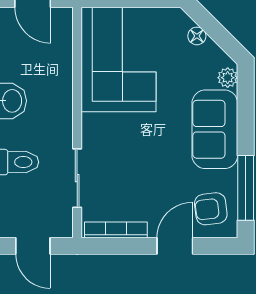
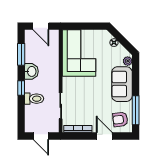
door: (175, 246) -> (104, 136), hinge flipped

